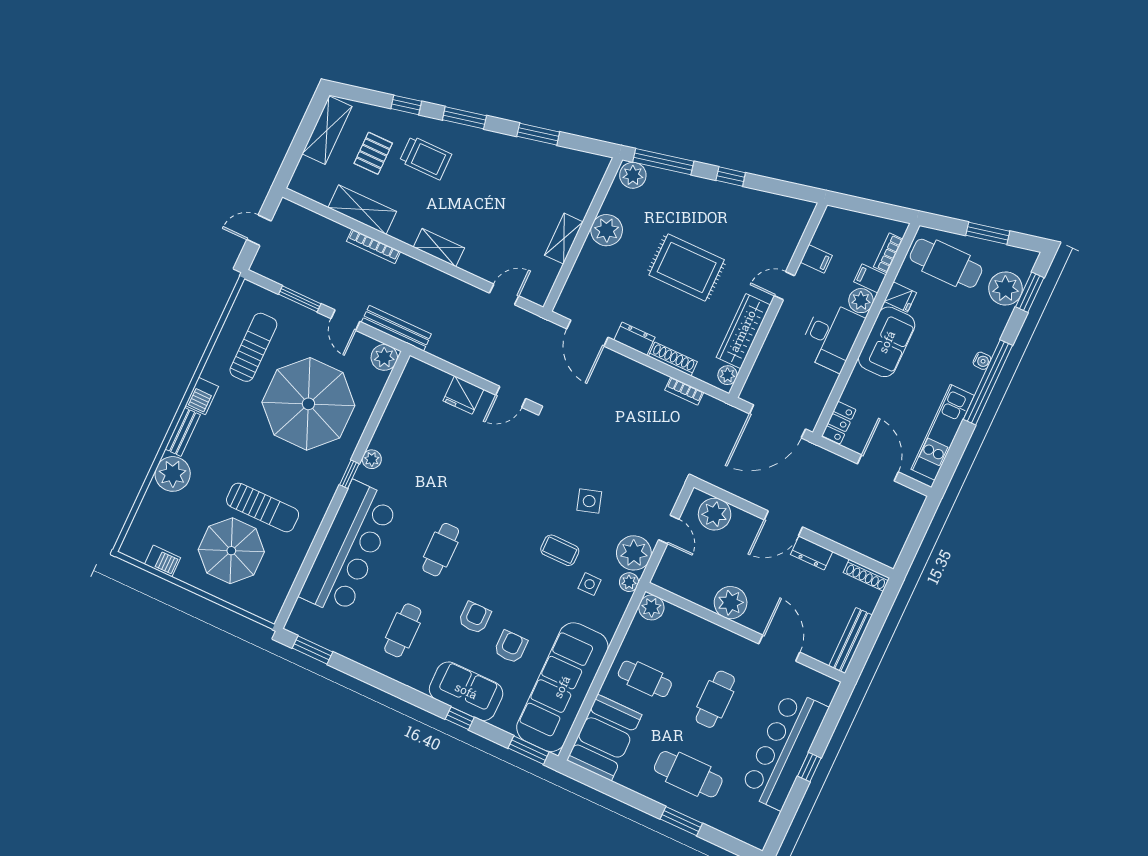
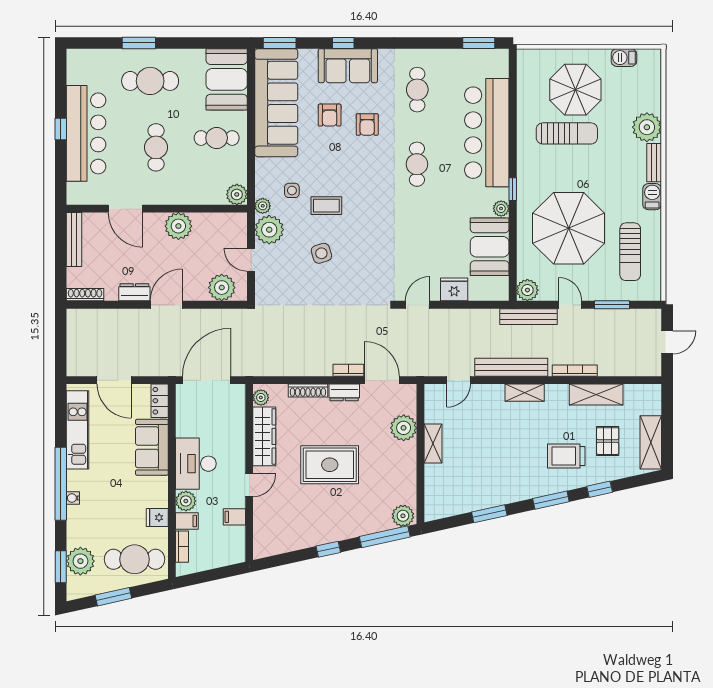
plant: (607, 230) -> (404, 428), moved
bench: (441, 282) -> (511, 367), added
sofa: (887, 342) -> (152, 447), moved
bookcase: (684, 391) -> (348, 370), moved
booth: (403, 423) -> (490, 247), added
sun lounger: (263, 507) -> (567, 133), turned 180

